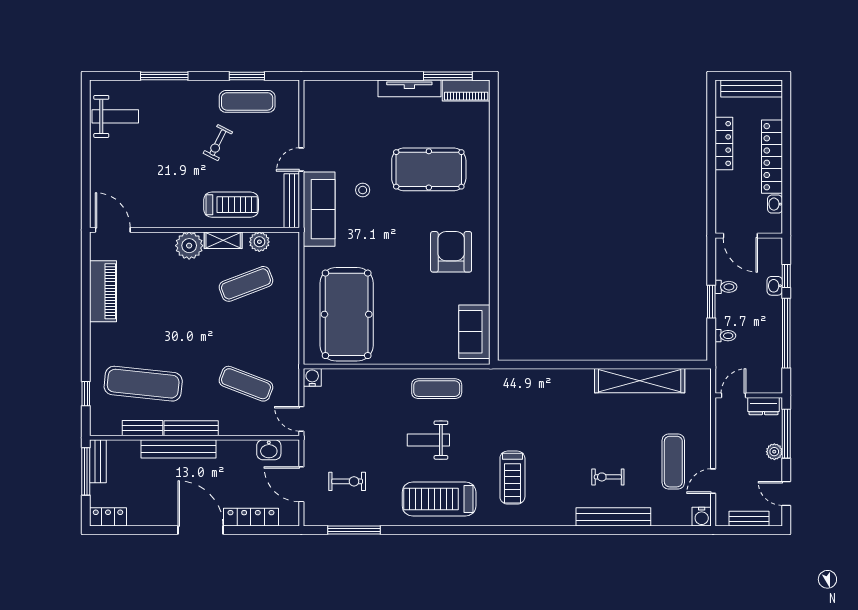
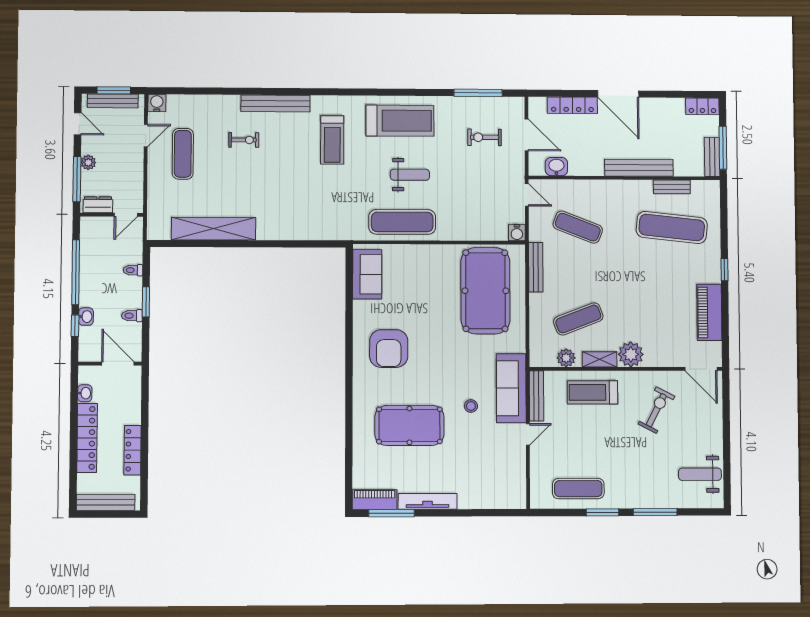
window: (247, 76) -> (602, 512), moved
exercise bike: (218, 143) -> (656, 410), moved, width x1.38, depth x1.39
exercise mat: (437, 389) -> (402, 222), width x1.36, depth x1.45
window: (86, 394) -> (724, 270), moved
bench: (191, 428) -> (536, 267), moved, turned 90
treadmill: (512, 478) -> (332, 140), turned 180
bench: (613, 517) -> (275, 103), moved
bench: (749, 519) -> (113, 101), width x1.36
window: (748, 530) -> (114, 90), added

